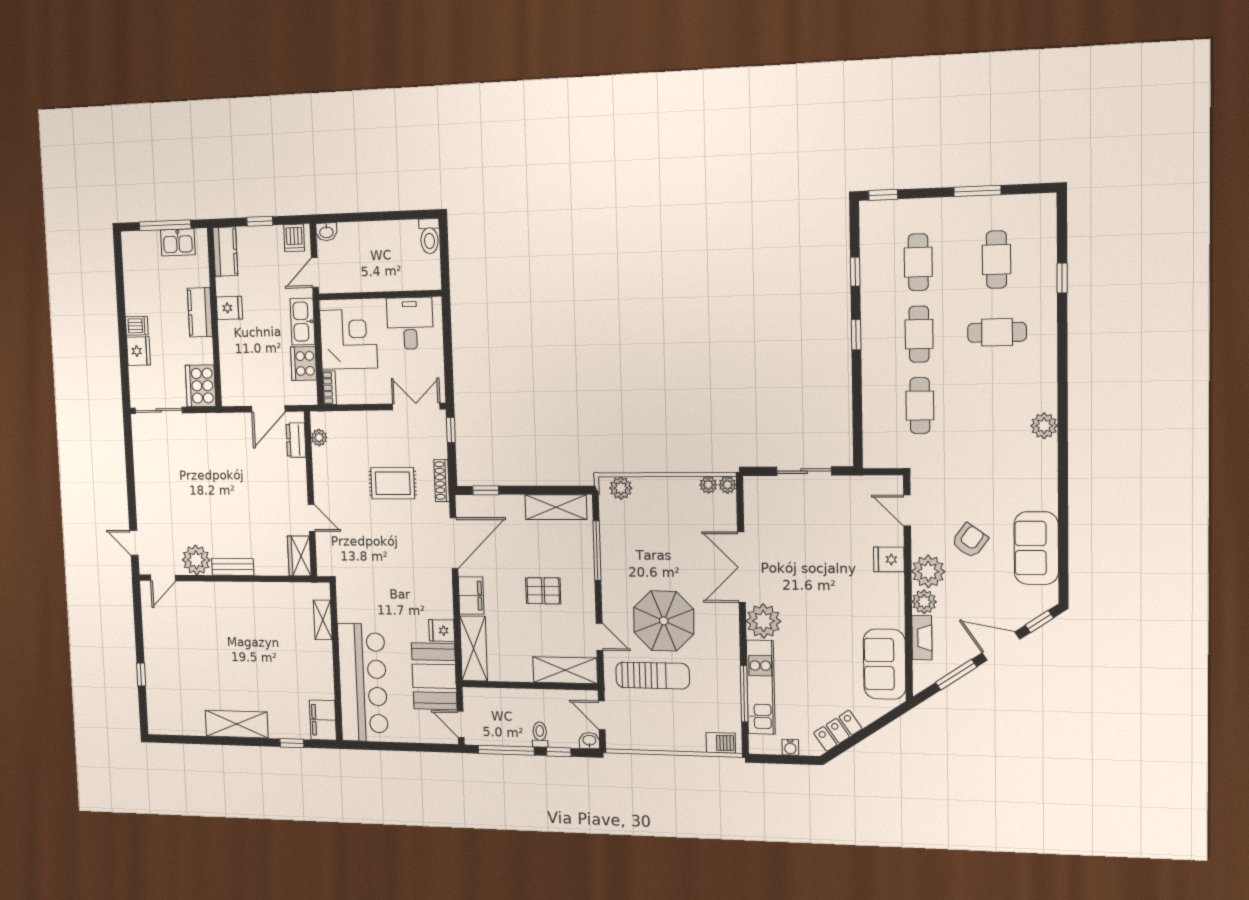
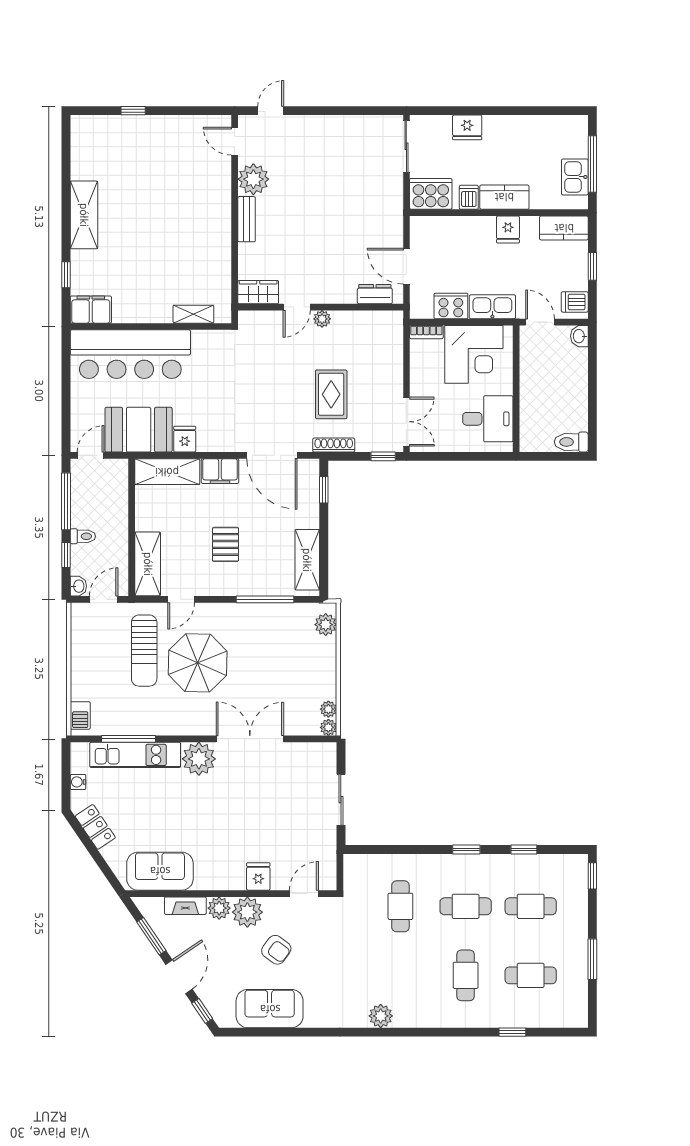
dishwasher: (137, 326) -> (469, 197), moved, turned 180
cafe table: (920, 406) -> (400, 906), turned 90
plant: (319, 438) -> (322, 319), moved

